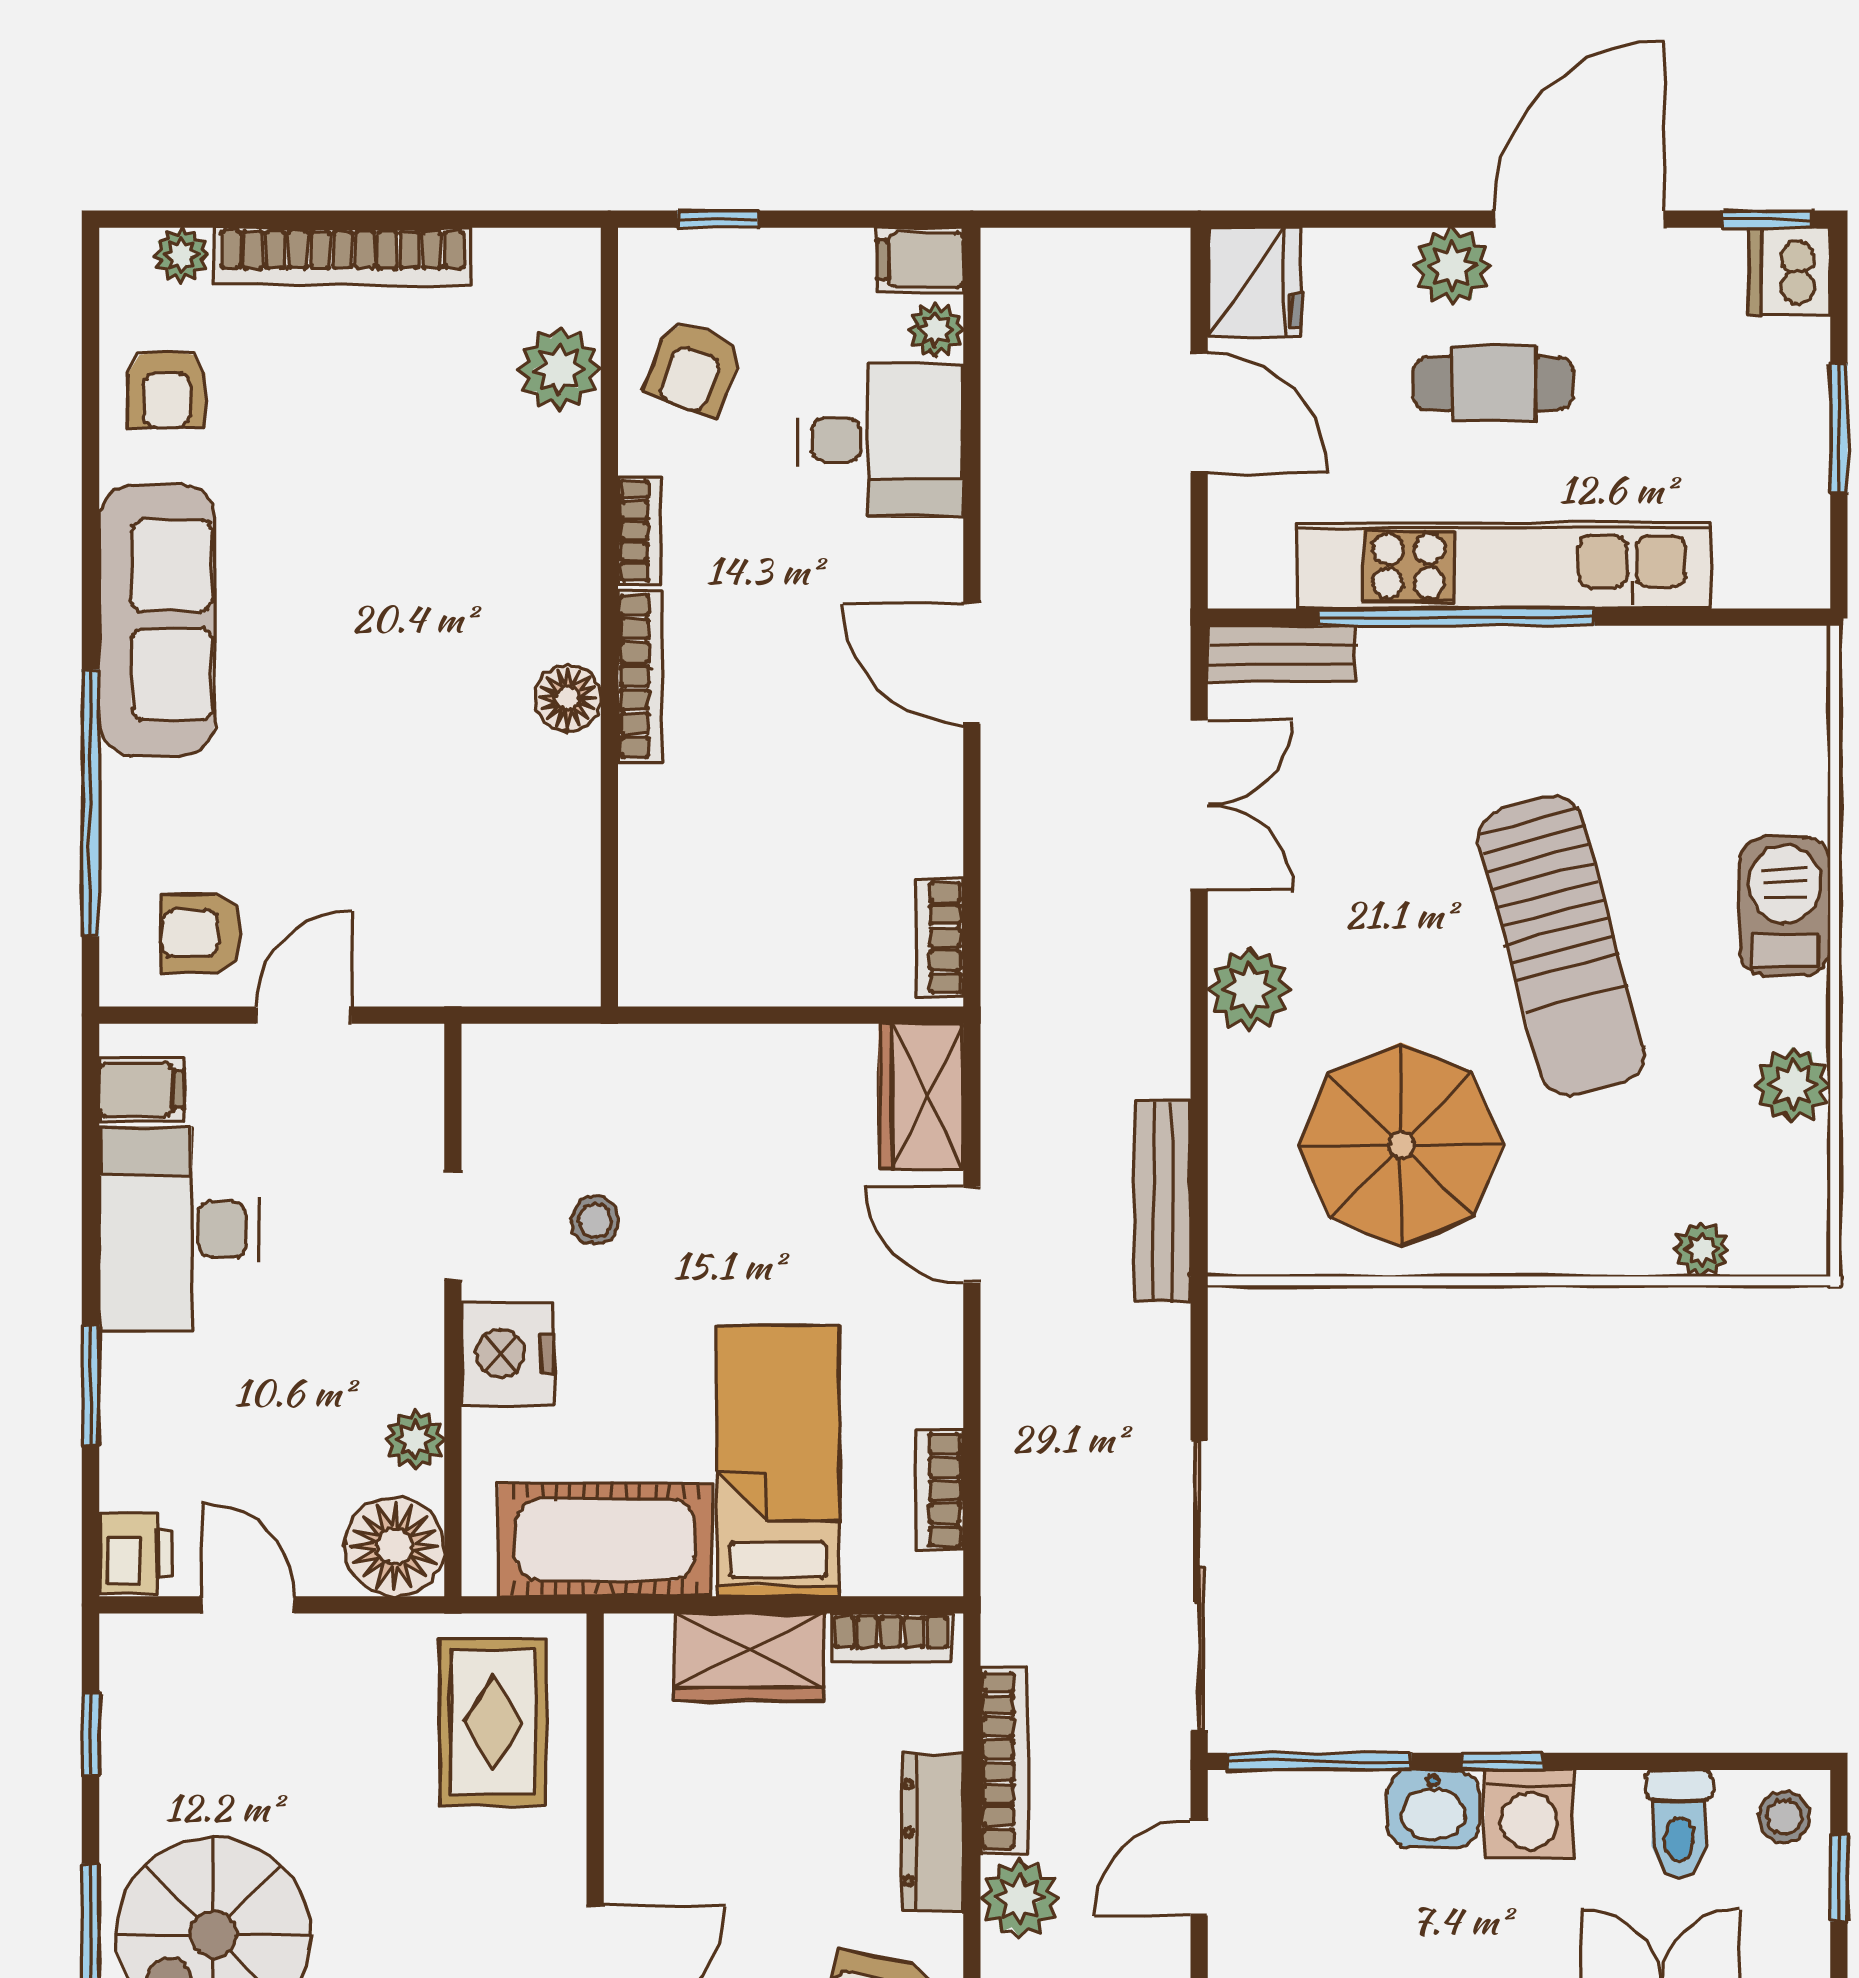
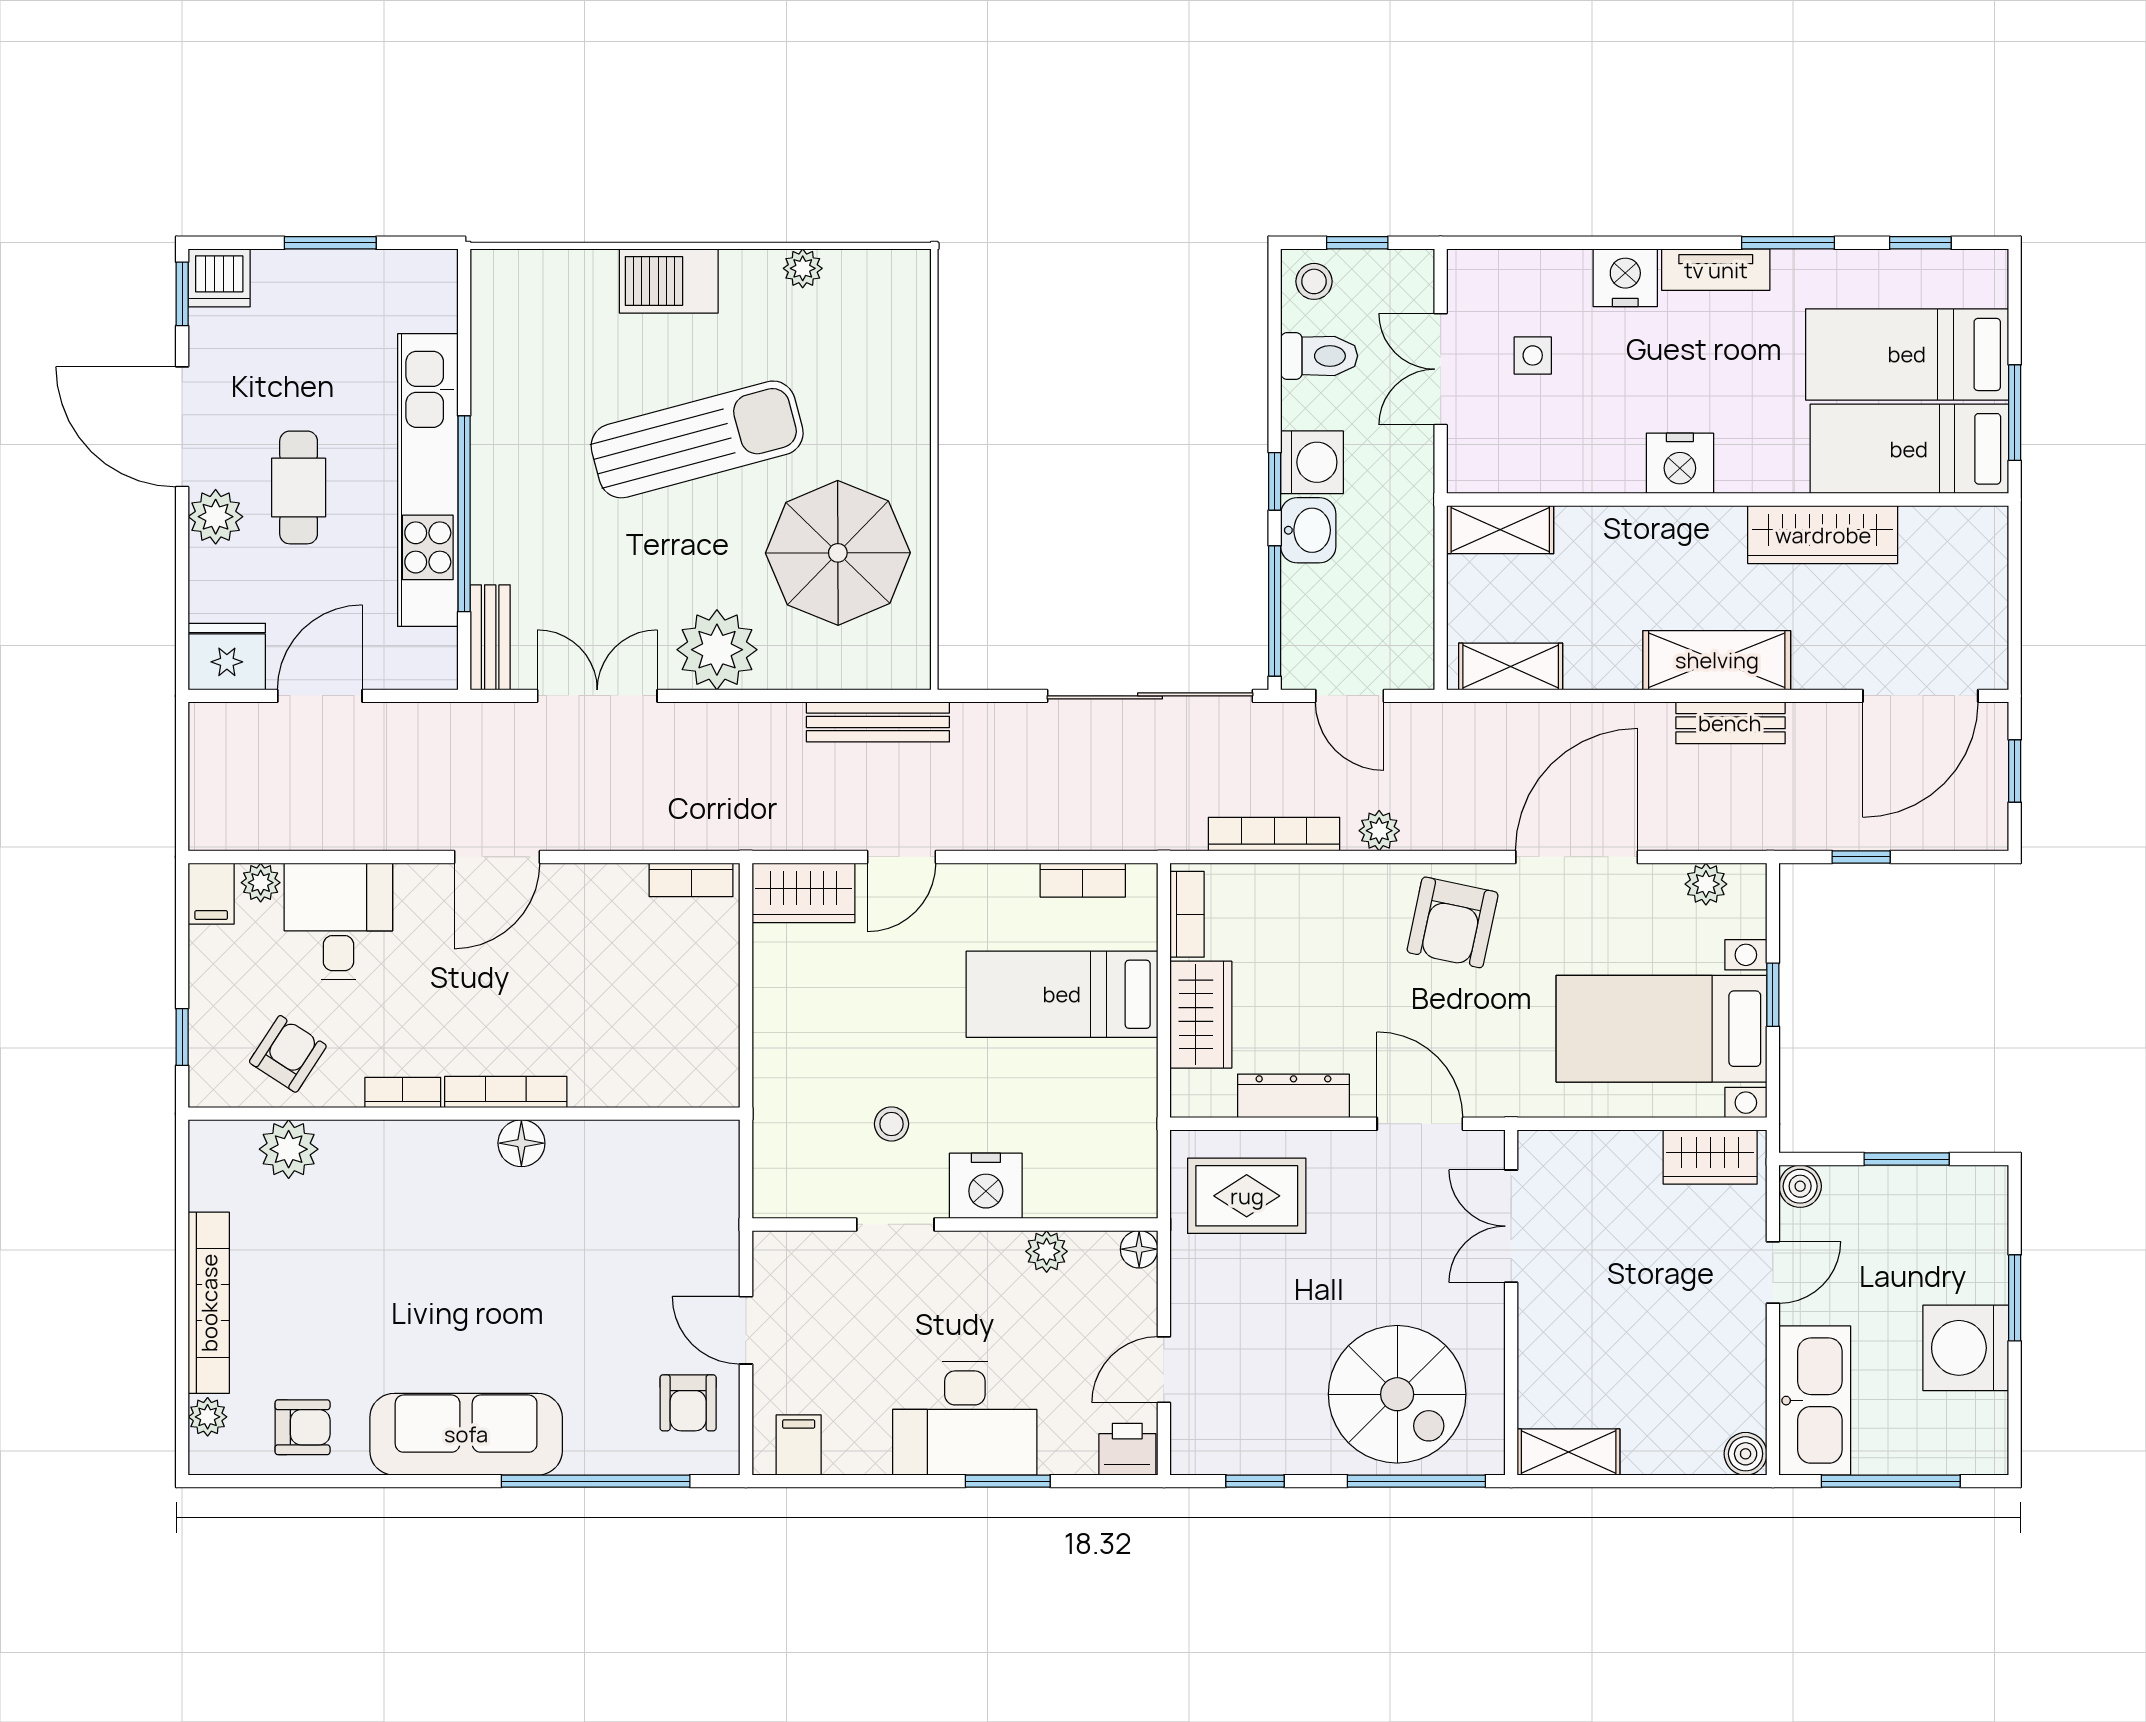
armchair: (694, 368) -> (288, 1054), turned -78
plant: (1249, 989) -> (717, 650), width x1.36, depth x1.36
plant: (1792, 1085) -> (803, 268), width x0.73, depth x0.73
desk: (179, 1229) -> (965, 1418), moved
plant: (1702, 1250) -> (912, 340), removed
cot: (605, 1540) -> (1118, 1117), removed
floor lamp: (395, 1547) -> (1139, 1249), width x0.53, depth x0.53
dresser: (932, 1833) -> (1293, 1096), moved, turned 180
plant: (1020, 1898) -> (1379, 831), width x0.73, depth x0.73

